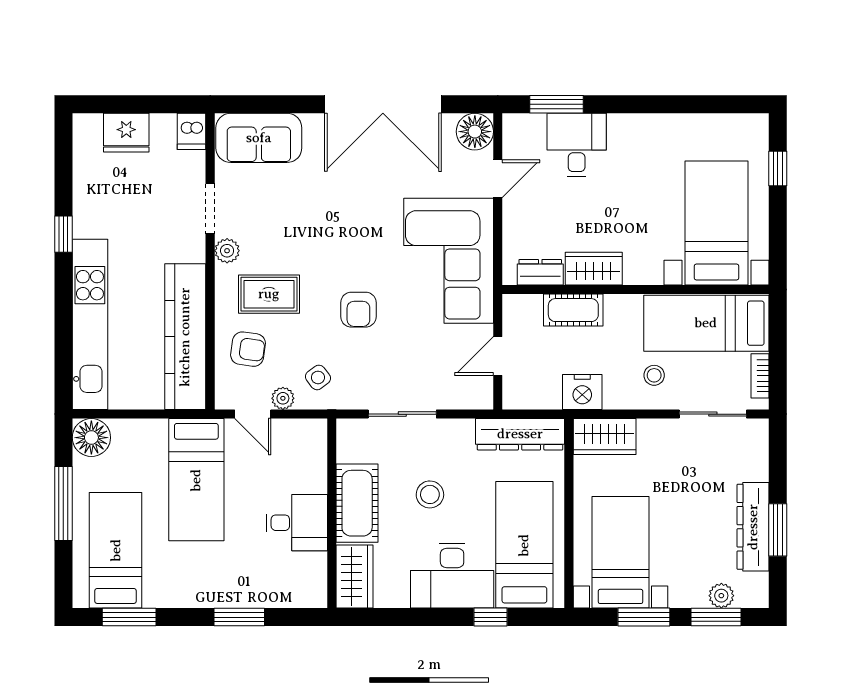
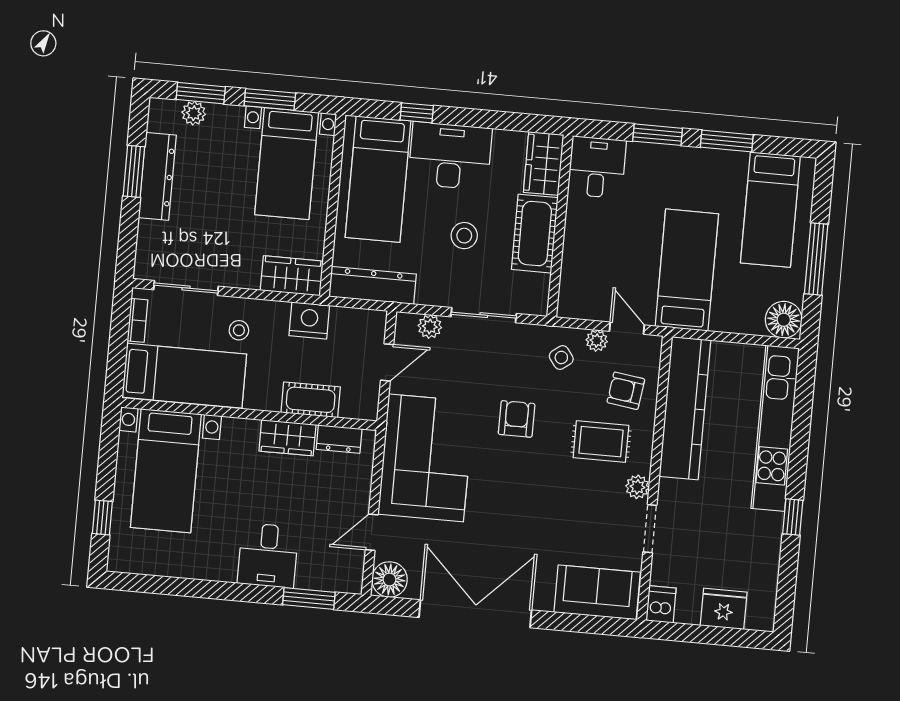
desk: (577, 145) -> (268, 555), moved
plant: (457, 397) -> (430, 327), added
desk: (297, 523) -> (597, 167), moved, turned 90
window: (129, 617) -> (727, 141), moved

